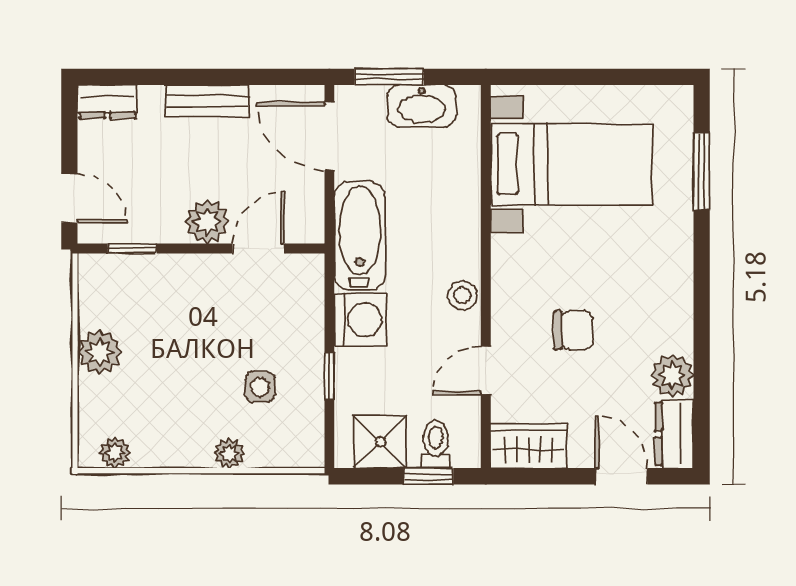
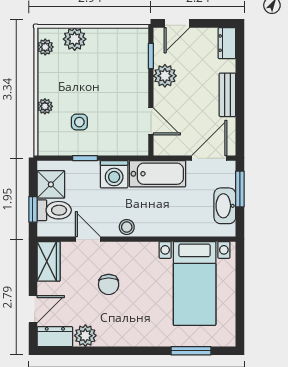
plant: (207, 222) -> (165, 76), moved
plant: (100, 352) -> (75, 39), moved
toilet: (436, 444) -> (54, 210), width x1.37, depth x1.39

